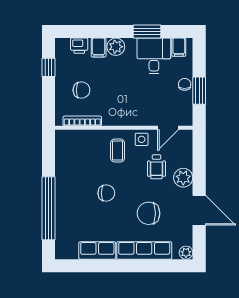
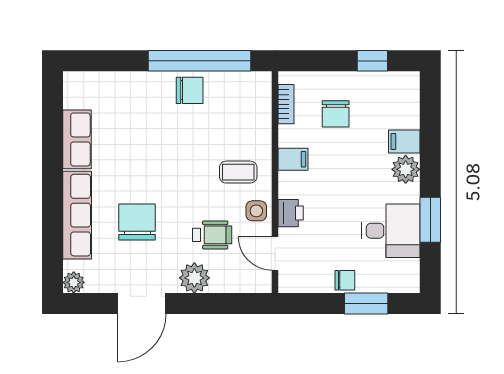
printer: (79, 46) -> (291, 213), moved, turned 180
filing cabinet: (179, 47) -> (293, 159), moved, turned 180
window: (199, 91) -> (366, 304), moved
bookcase: (82, 121) -> (286, 104), width x0.64
wheelchair: (157, 167) -> (212, 235), turned 180
chair: (106, 193) -> (190, 90), moved, turned -90
window: (49, 208) -> (199, 61), moved

